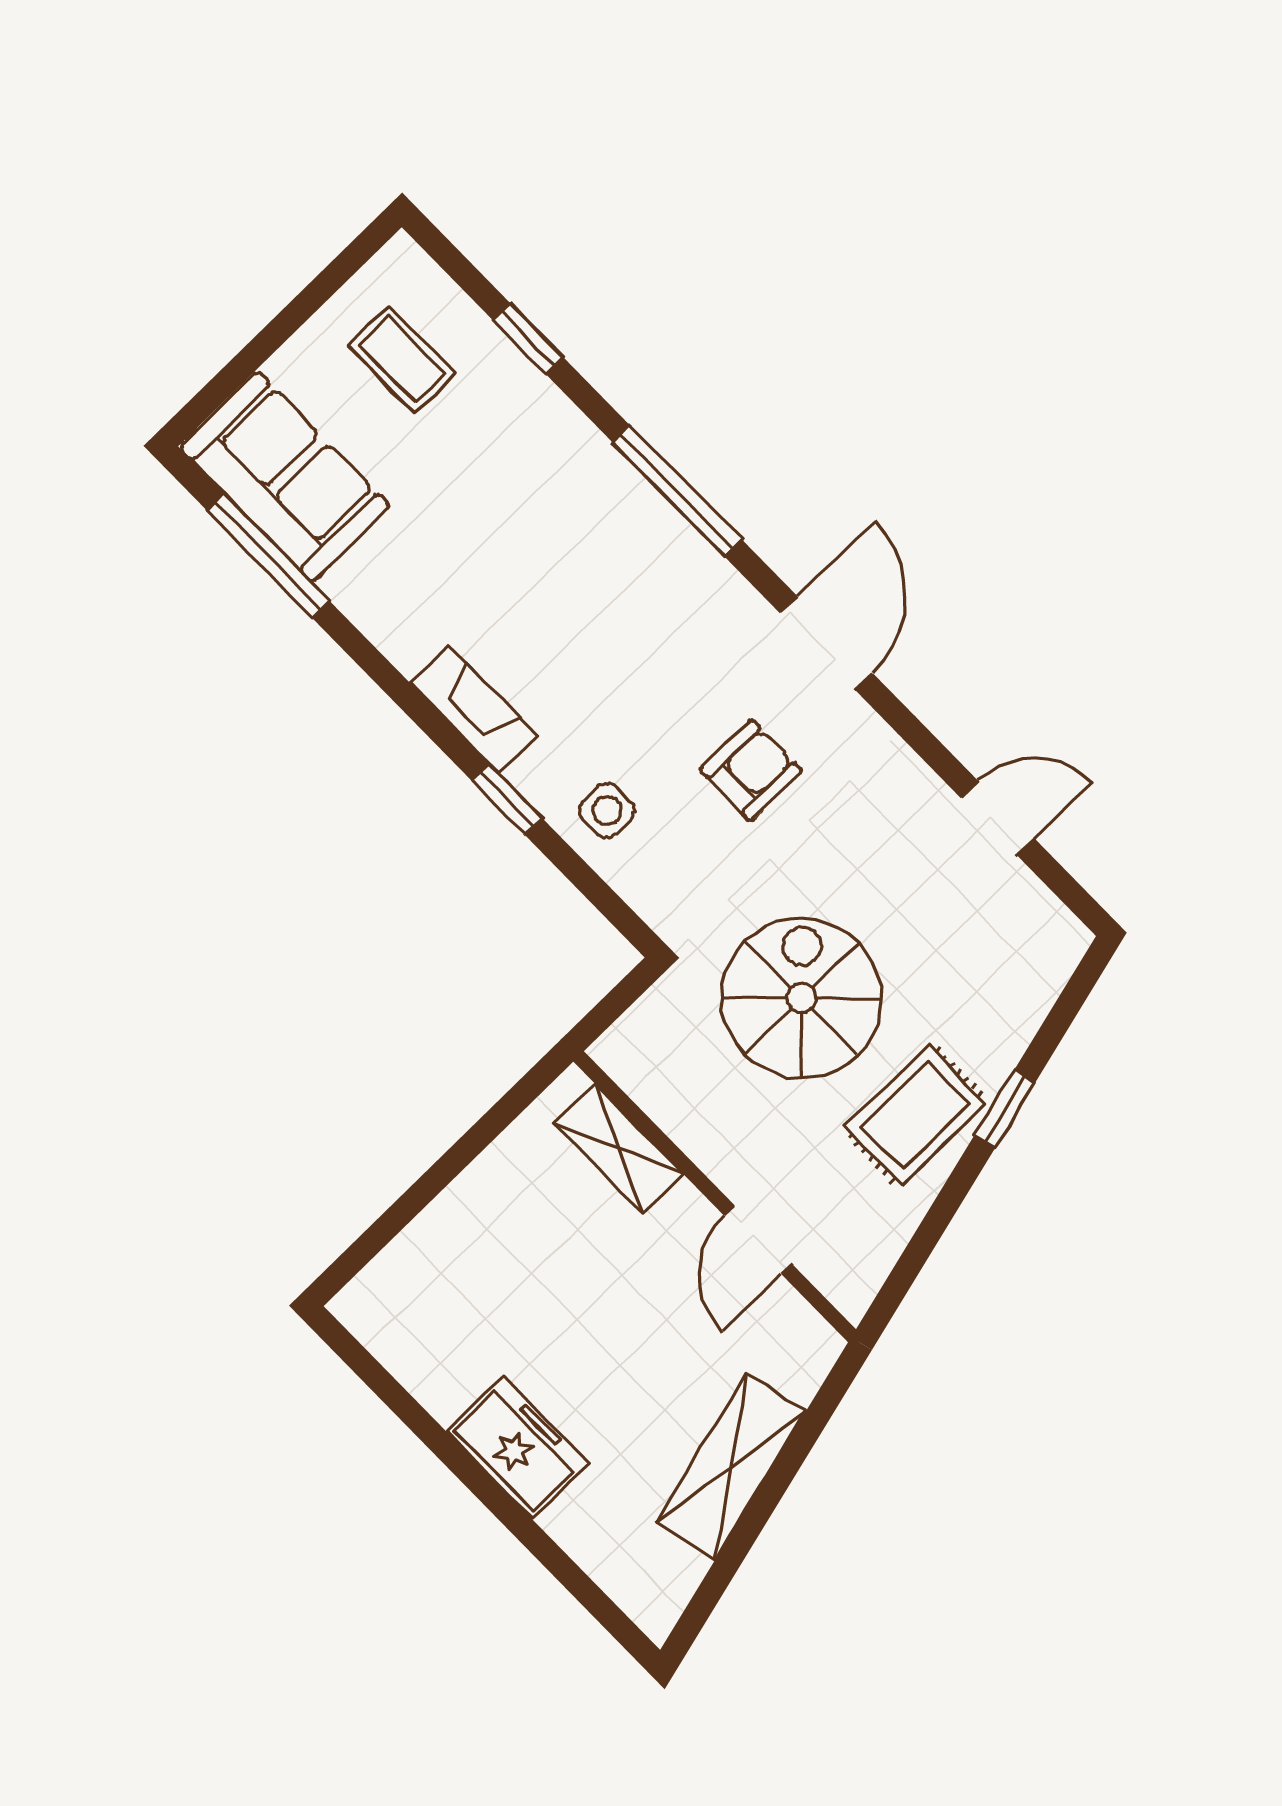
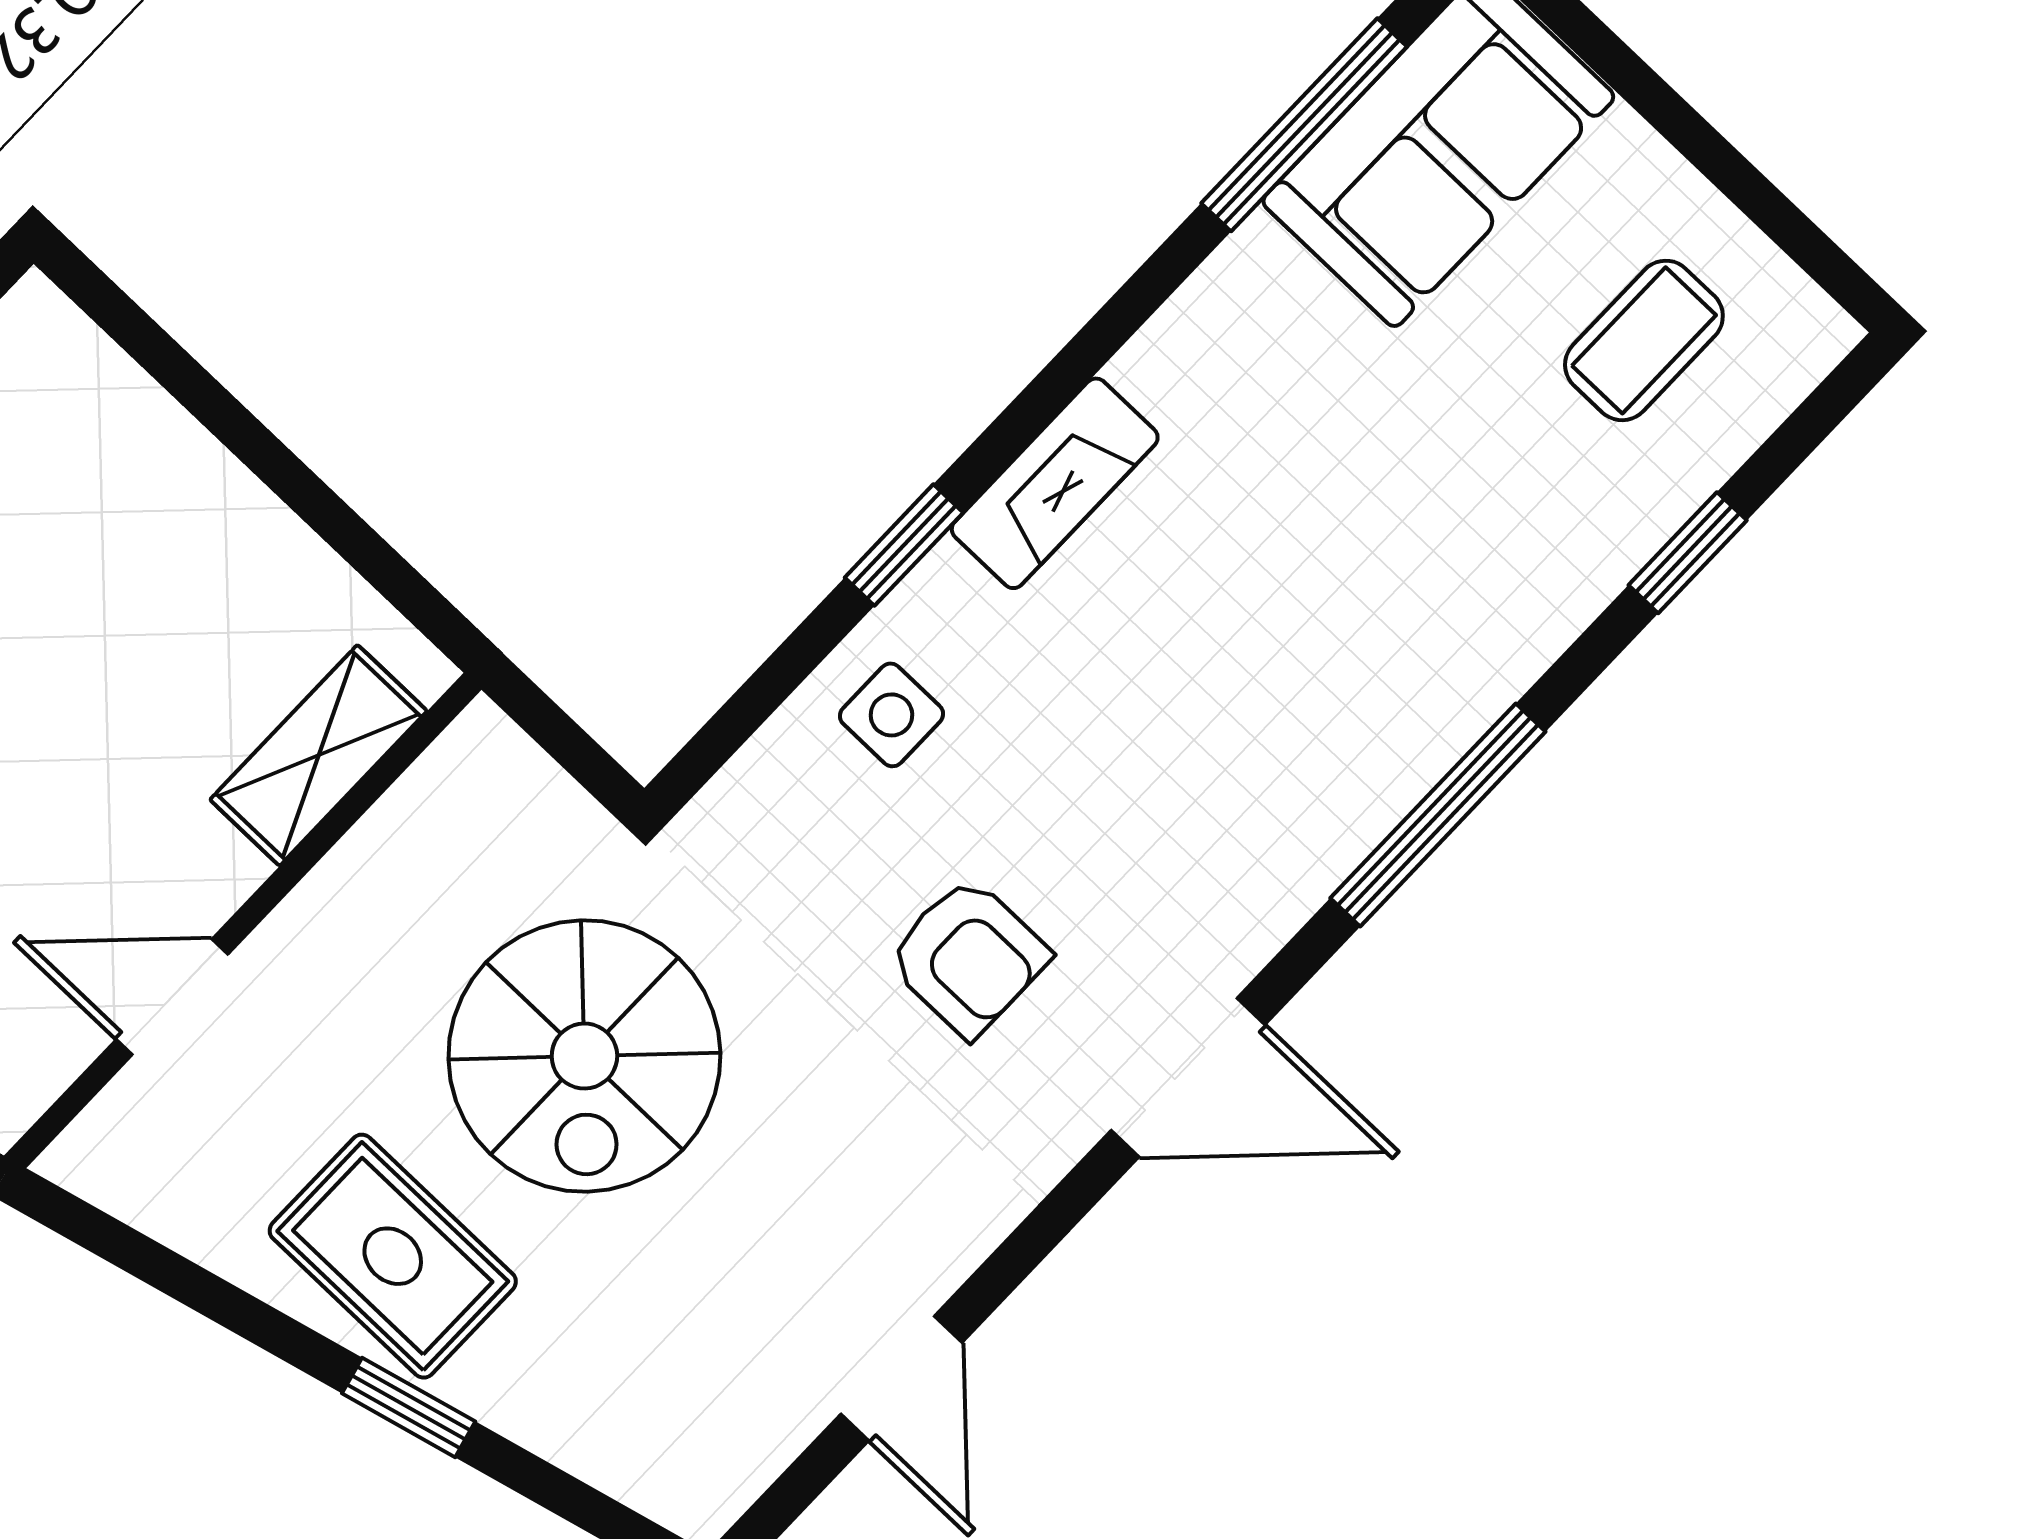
spiral stairs: (801, 998) -> (584, 1056), turned 90

